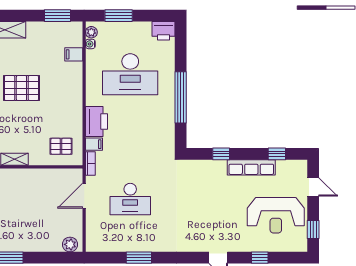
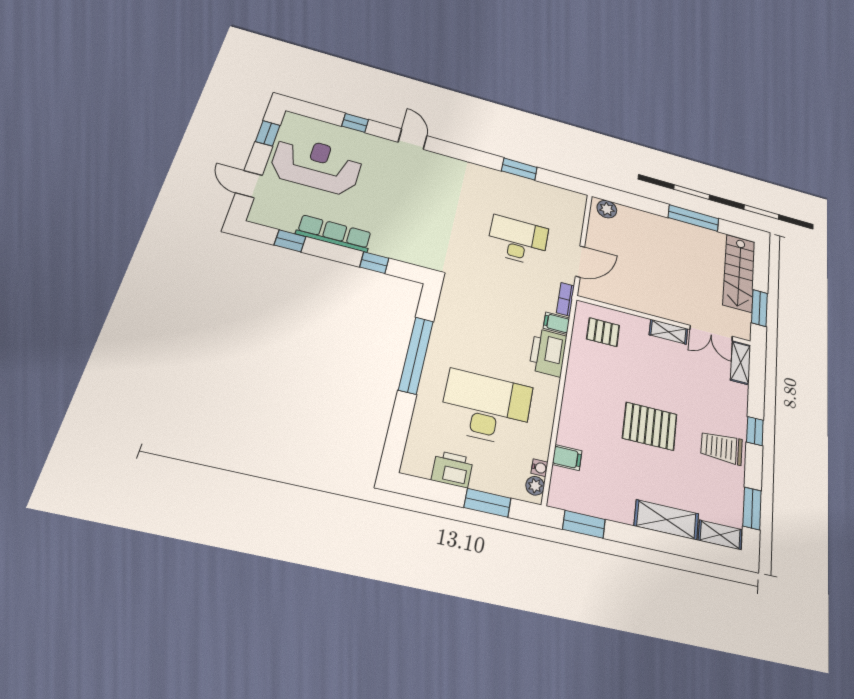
printer: (164, 31) -> (452, 469), moved

